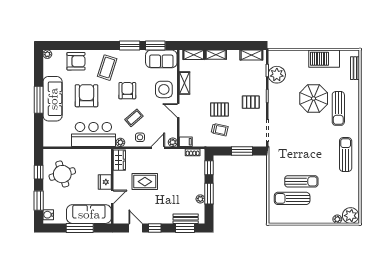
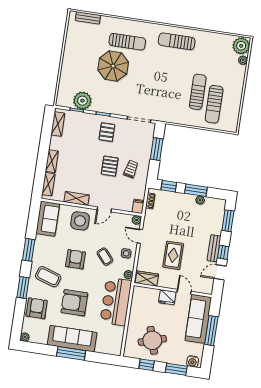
window: (155, 46) -> (23, 287), moved
barbecue: (324, 59) -> (73, 49), removed
armchair: (127, 91) -> (76, 259), turned 90
bench: (186, 219) -> (214, 248), moved

